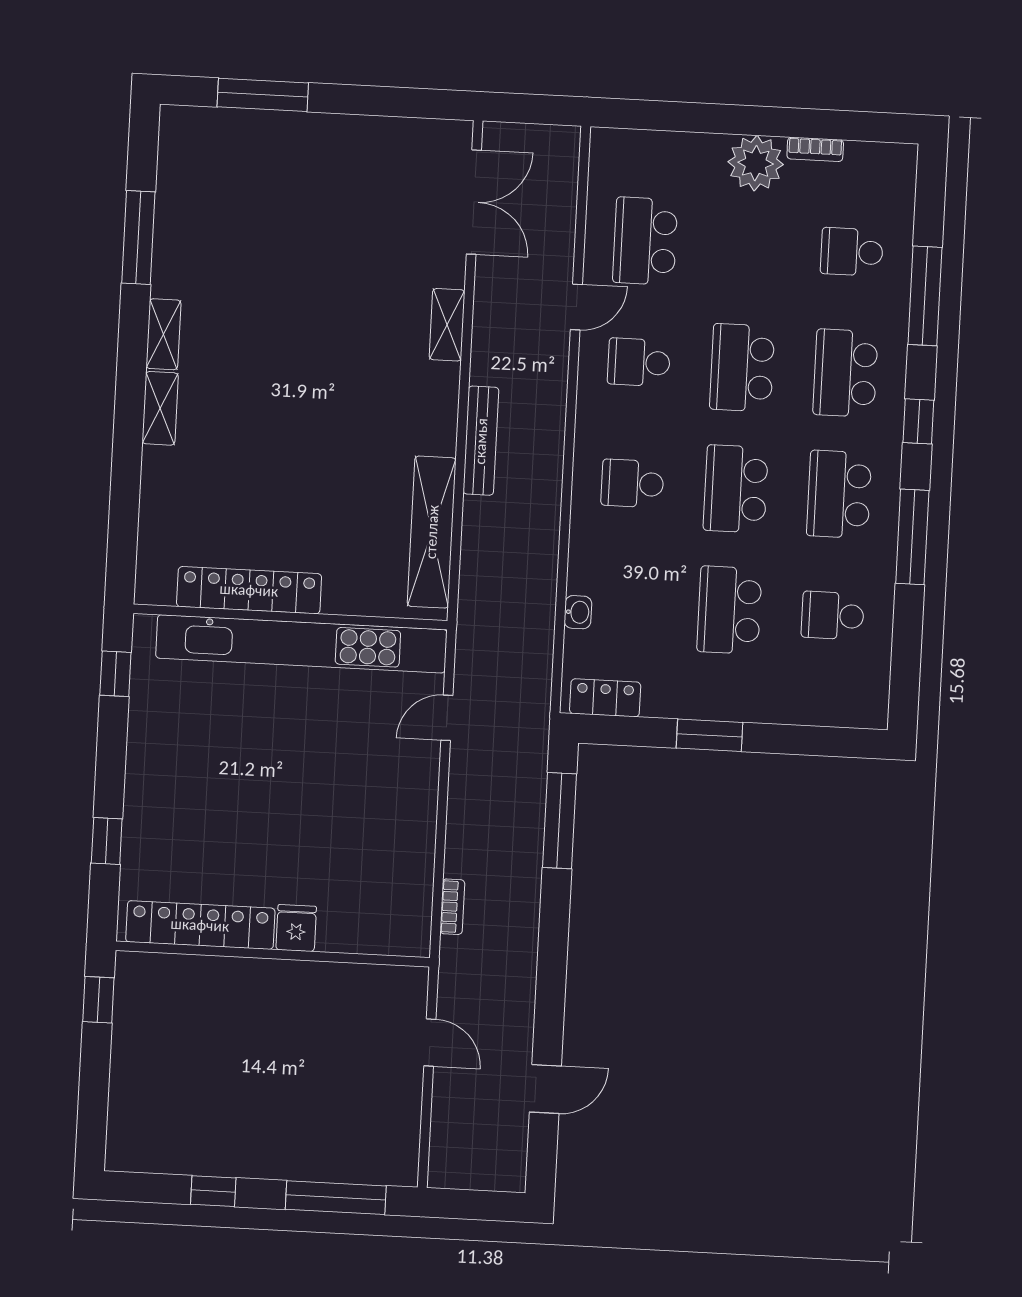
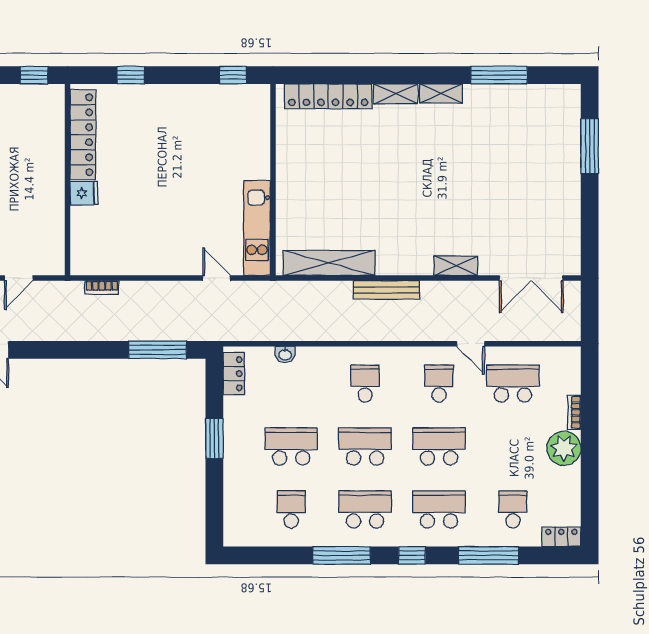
bookcase: (815, 149) -> (574, 412), moved
locker: (901, 175) -> (561, 537), added
locker: (249, 590) -> (328, 96), moved, turned 90
kitchen unit: (301, 644) -> (257, 228), width x0.54

